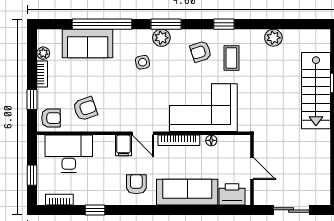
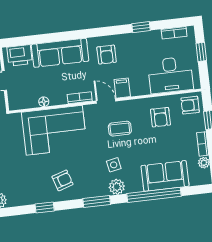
plant: (161, 38) -> (117, 187), moved
coffee table: (231, 58) -> (120, 129), moved, turned 90
armchair: (85, 109) -> (160, 117), turned -71
bookcase: (179, 140) -> (80, 98), width x0.64

